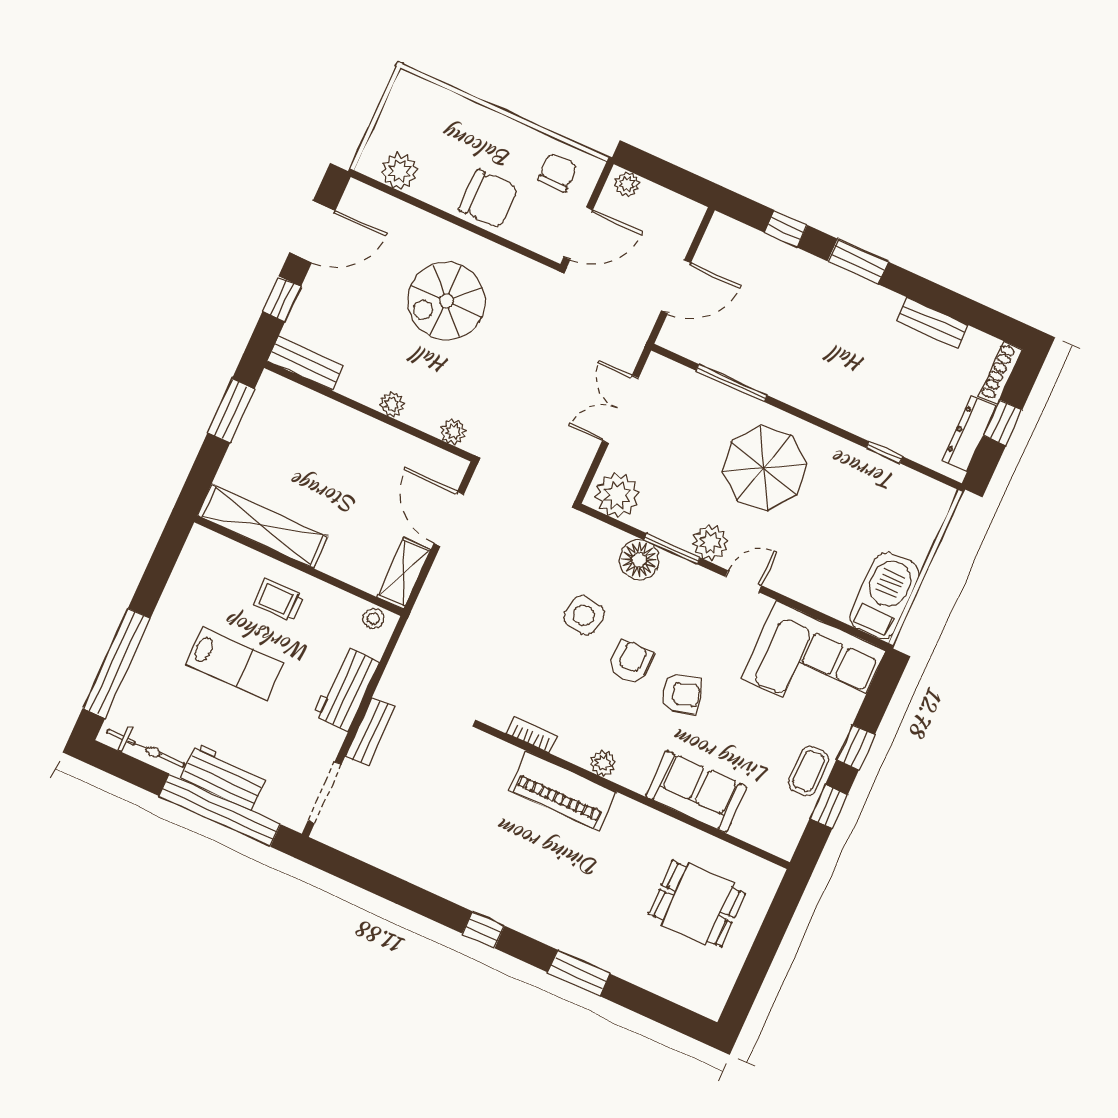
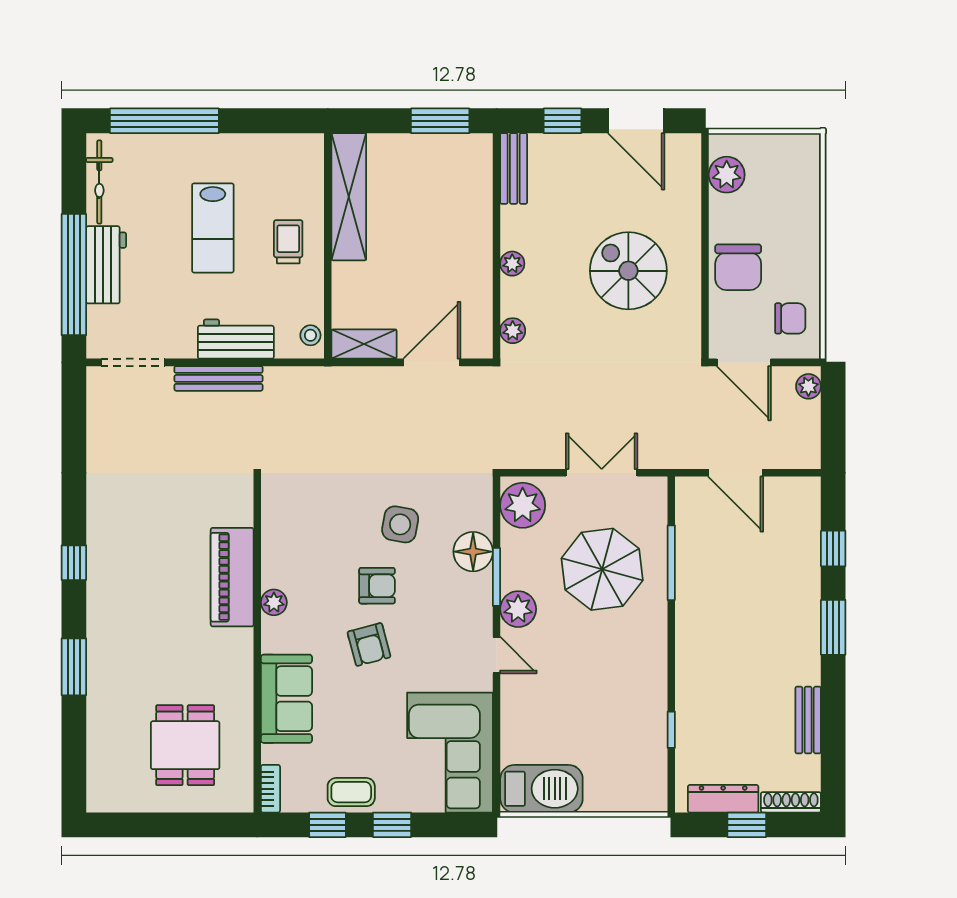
parasol: (764, 468) -> (602, 569), moved
bench: (370, 732) -> (218, 378), width x1.36
bookcase: (532, 735) -> (270, 789), moved

